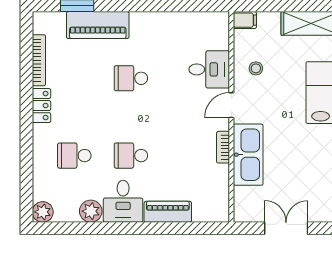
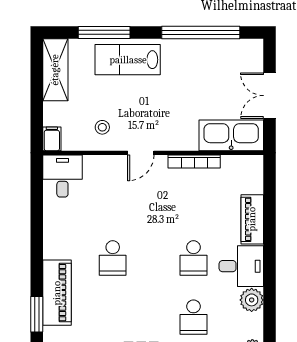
desk: (209, 69) -> (62, 176), moved
door: (231, 105) -> (141, 153), hinge flipped
bookcase: (223, 147) -> (194, 162), width x1.56
kitchen sink: (248, 155) -> (231, 135), moved

